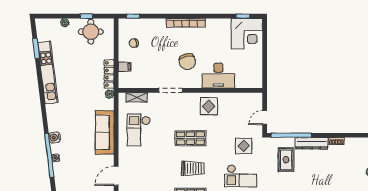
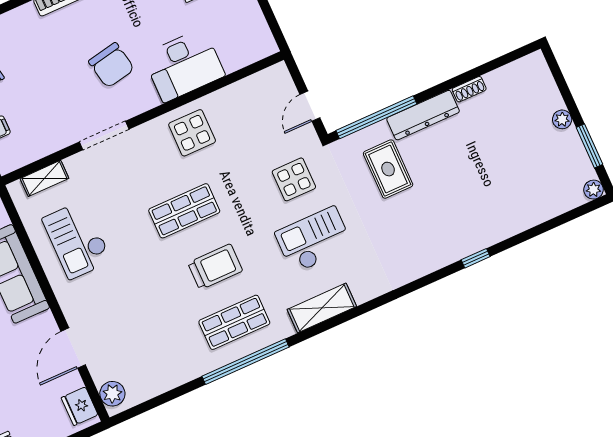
checkout: (241, 176) -> (314, 240), turned 180

